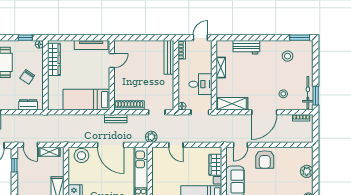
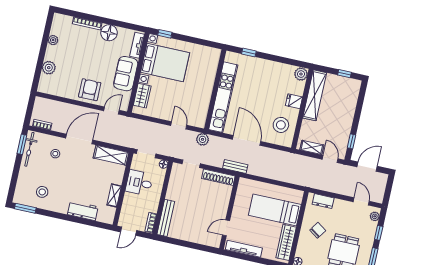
bed: (86, 100) -> (275, 210), moved, turned 180
stool: (81, 156) -> (281, 125), moved

